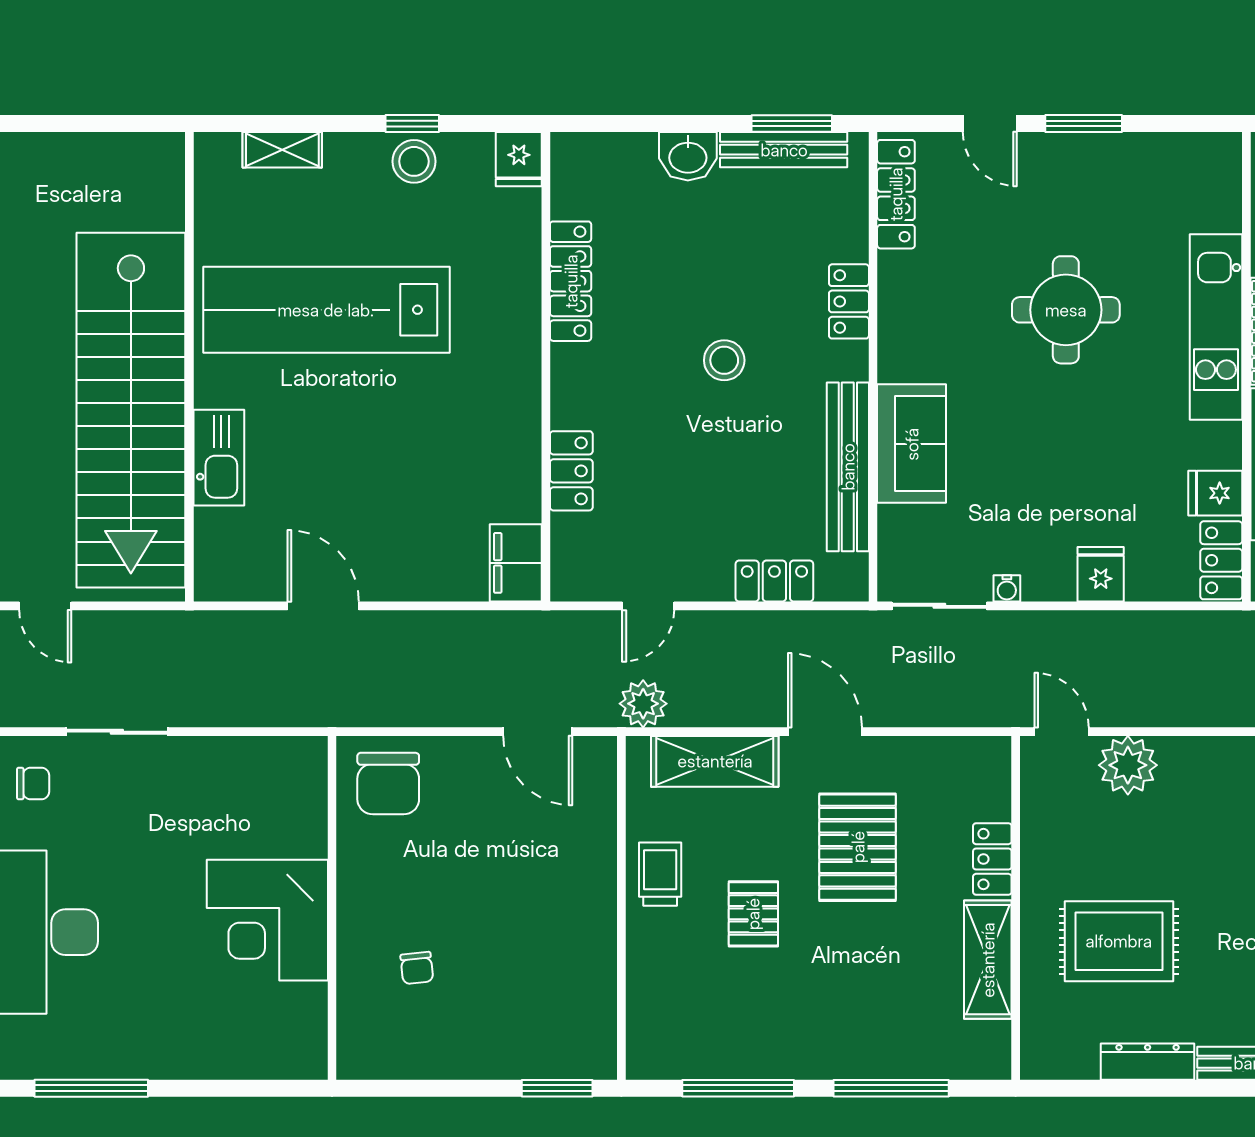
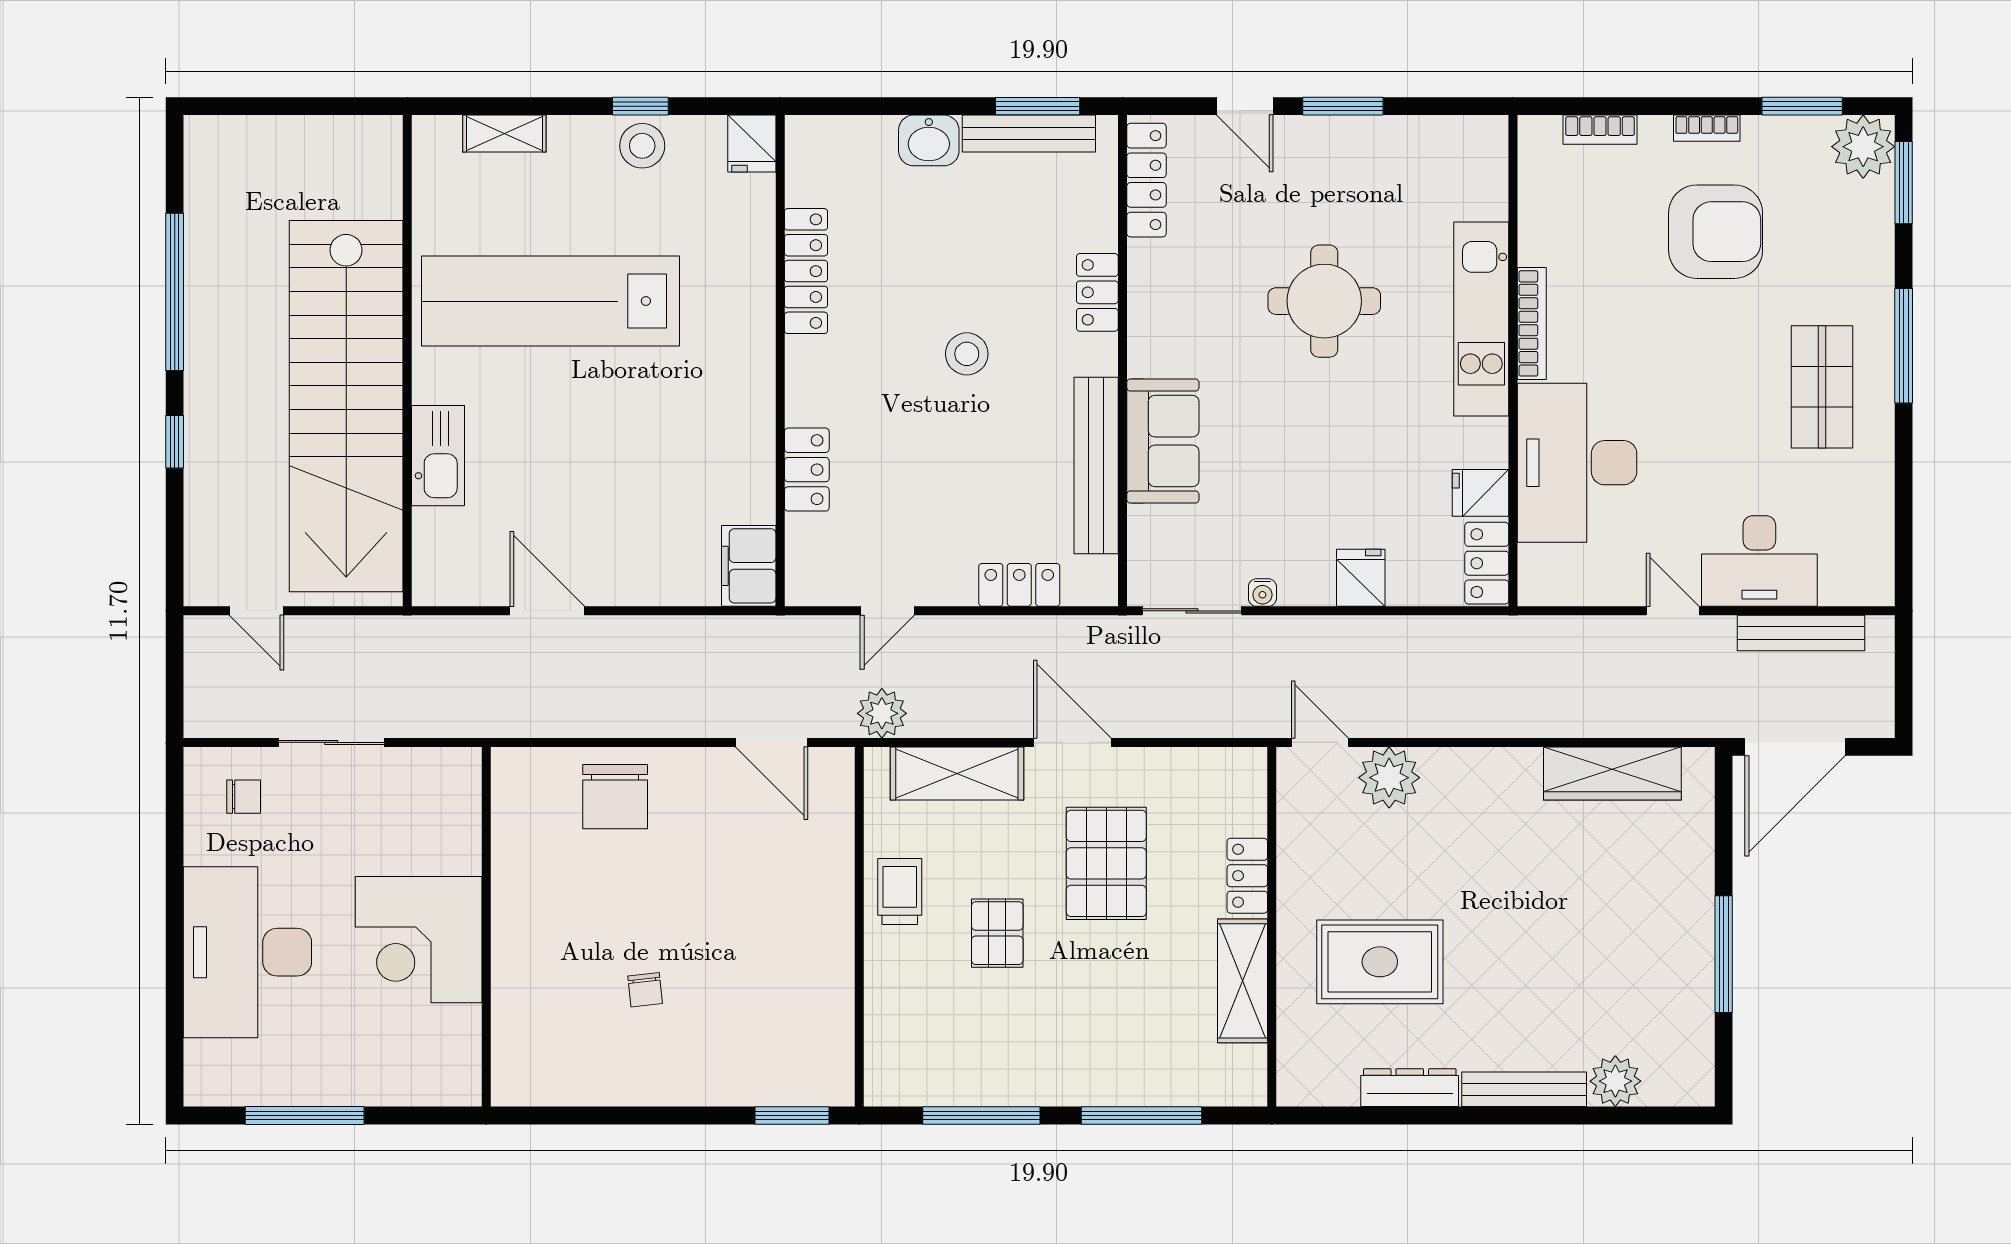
wall: (332, 908) -> (486, 927), moved
corner desk: (267, 920) -> (419, 940), moved

